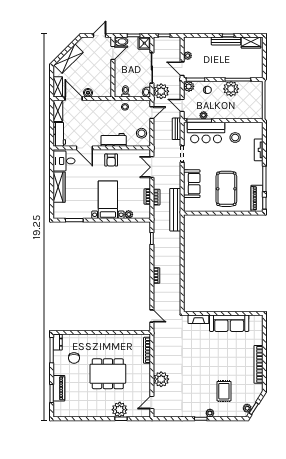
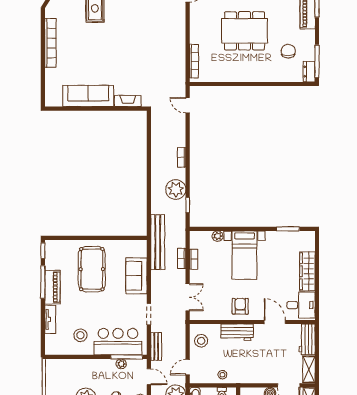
piano: (257, 198) -> (52, 287), moved
plant: (161, 379) -> (176, 189), moved

